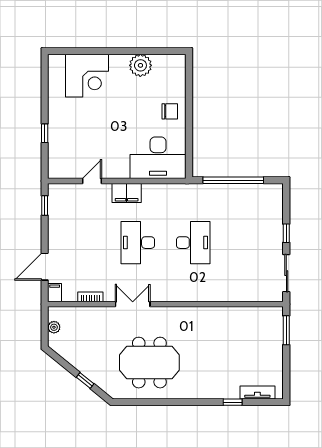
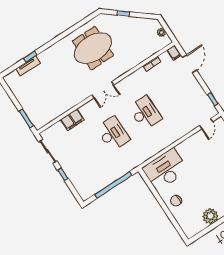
door: (92, 181) -> (206, 124), moved
filing cabinet: (127, 193) -> (72, 120), moved, turned 180
desk: (193, 243) -> (113, 134), turned 180
double door: (133, 304) -> (103, 90), moved
tv unit: (257, 392) -> (28, 66), moved

